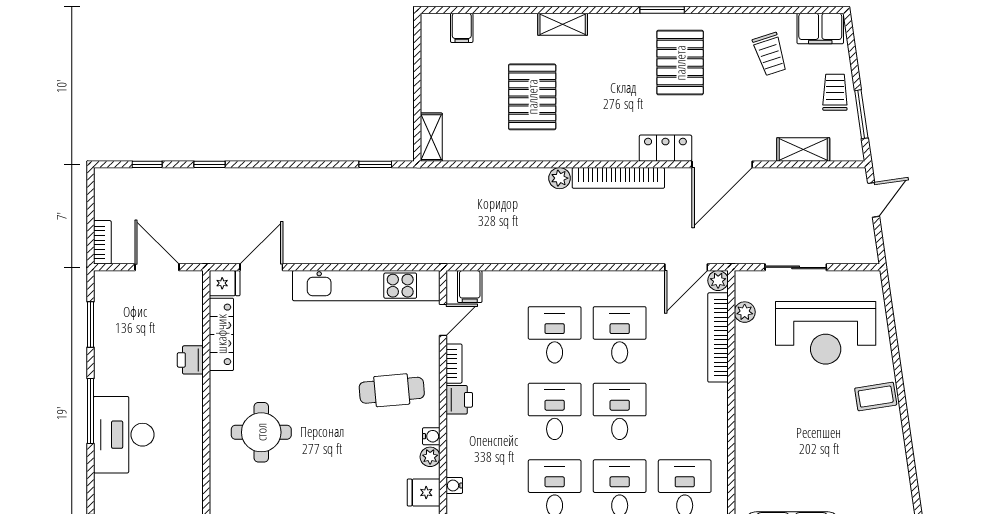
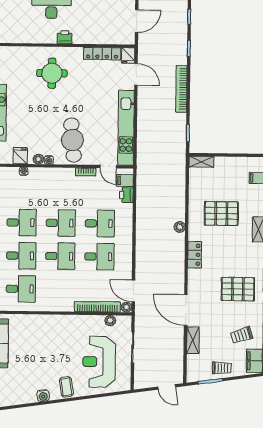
locker: (665, 148) -> (195, 255), moved
shelving: (803, 149) -> (193, 340), moved
bookcase: (618, 178) -> (181, 89), moved
printer: (190, 360) -> (65, 37), moved
cafe table: (392, 390) -> (73, 140), width x1.37, depth x1.35
printer: (459, 400) -> (126, 195), moved, turned 90
water cooler: (893, 442) -> (43, 396), added

